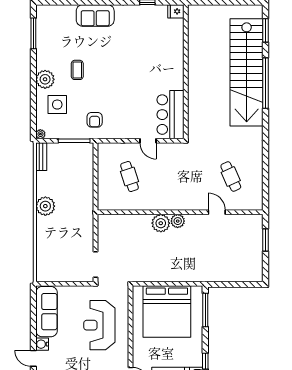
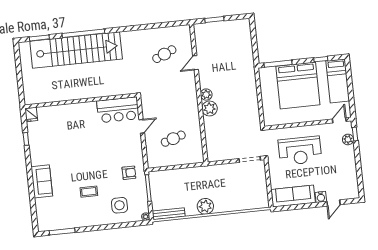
plant: (45, 79) -> (99, 218), removed
bench: (41, 157) -> (169, 214), width x1.36
bed: (167, 311) -> (298, 85), moved, turned 90

